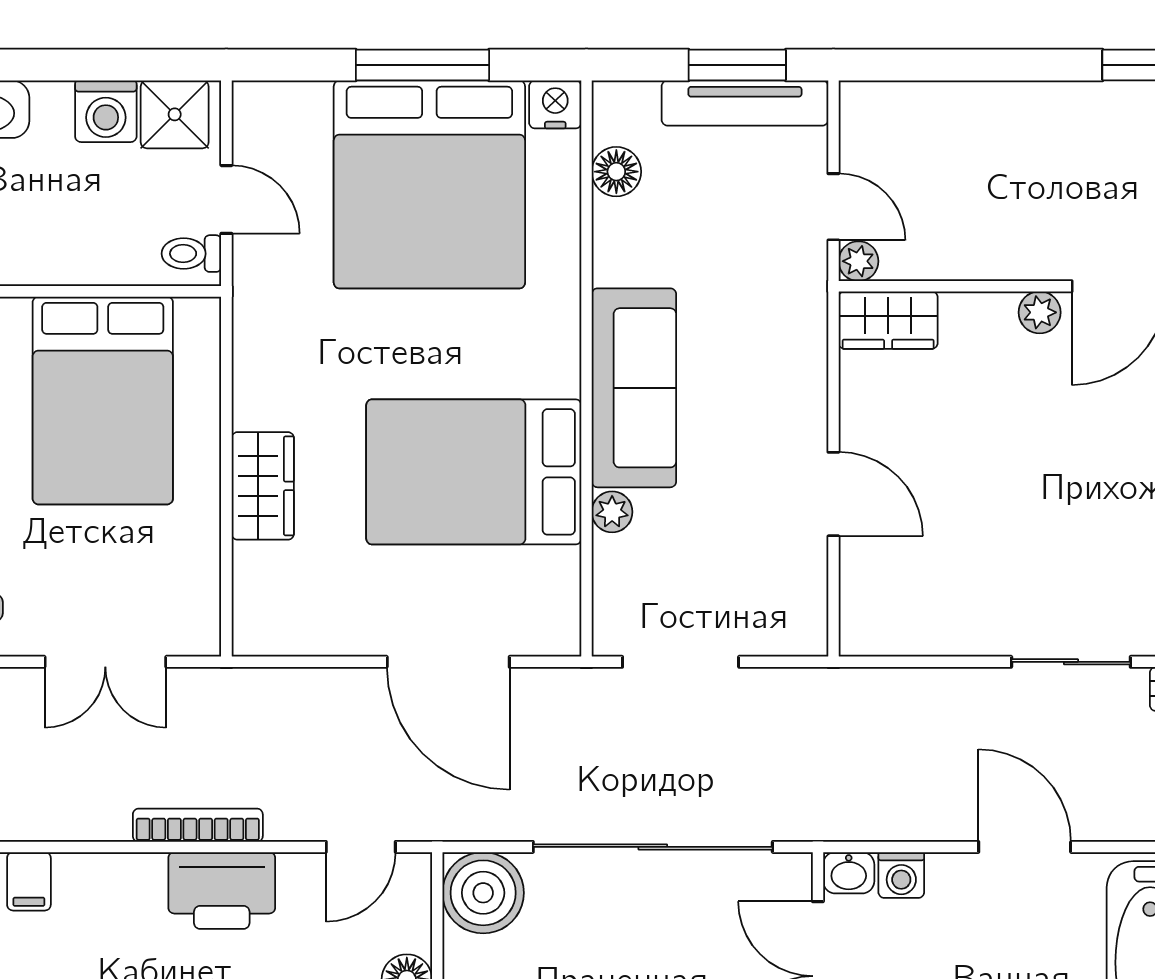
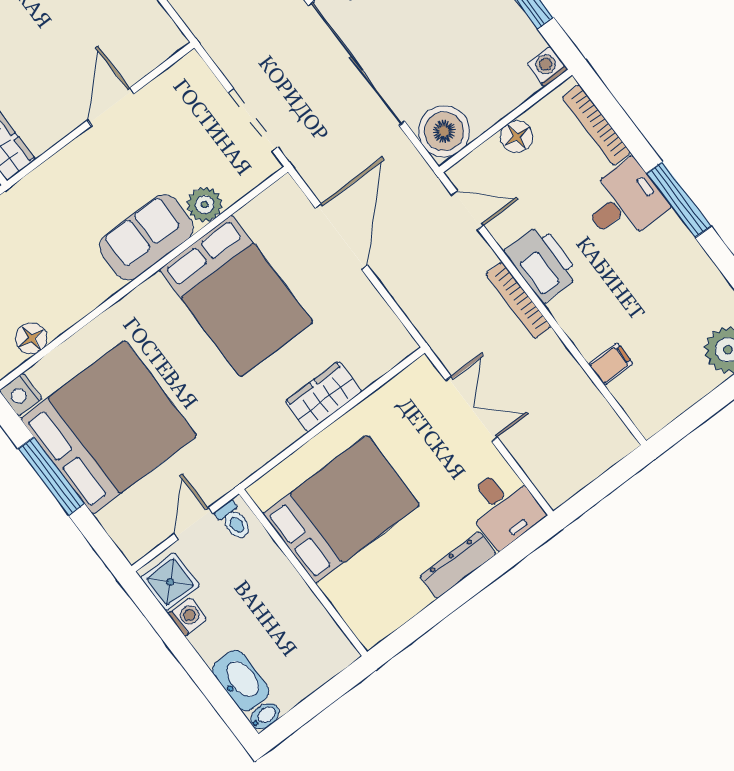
washing machine: (106, 111) -> (187, 617), width x0.73, depth x0.73
sofa: (634, 388) -> (146, 237), width x0.73
plant: (612, 512) -> (205, 204), width x1.38, depth x1.38

